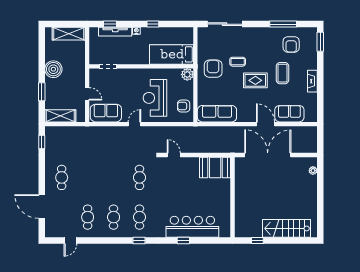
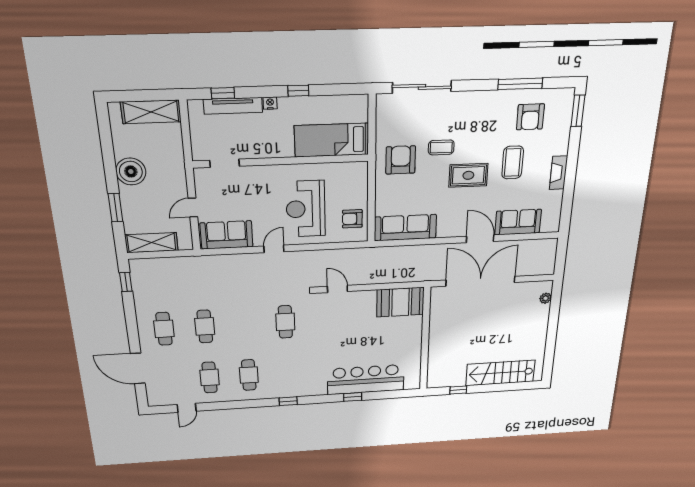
plant: (187, 74) -> (358, 171), removed
door: (87, 94) -> (193, 208), swing flipped
cafe table: (140, 217) -> (205, 326), moved

